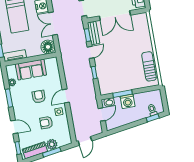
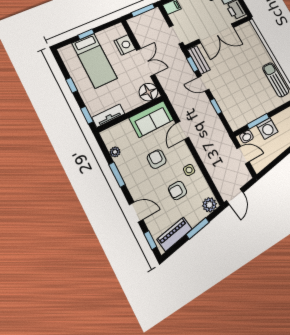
double door: (53, 24) -> (146, 62), swing flipped
door: (91, 52) -> (203, 83), swing flipped
sofa: (31, 69) -> (151, 119), moved
door: (66, 96) -> (182, 130), moved
door: (102, 114) -> (243, 155), hinge flipped
plant: (52, 144) -> (209, 205), moved

